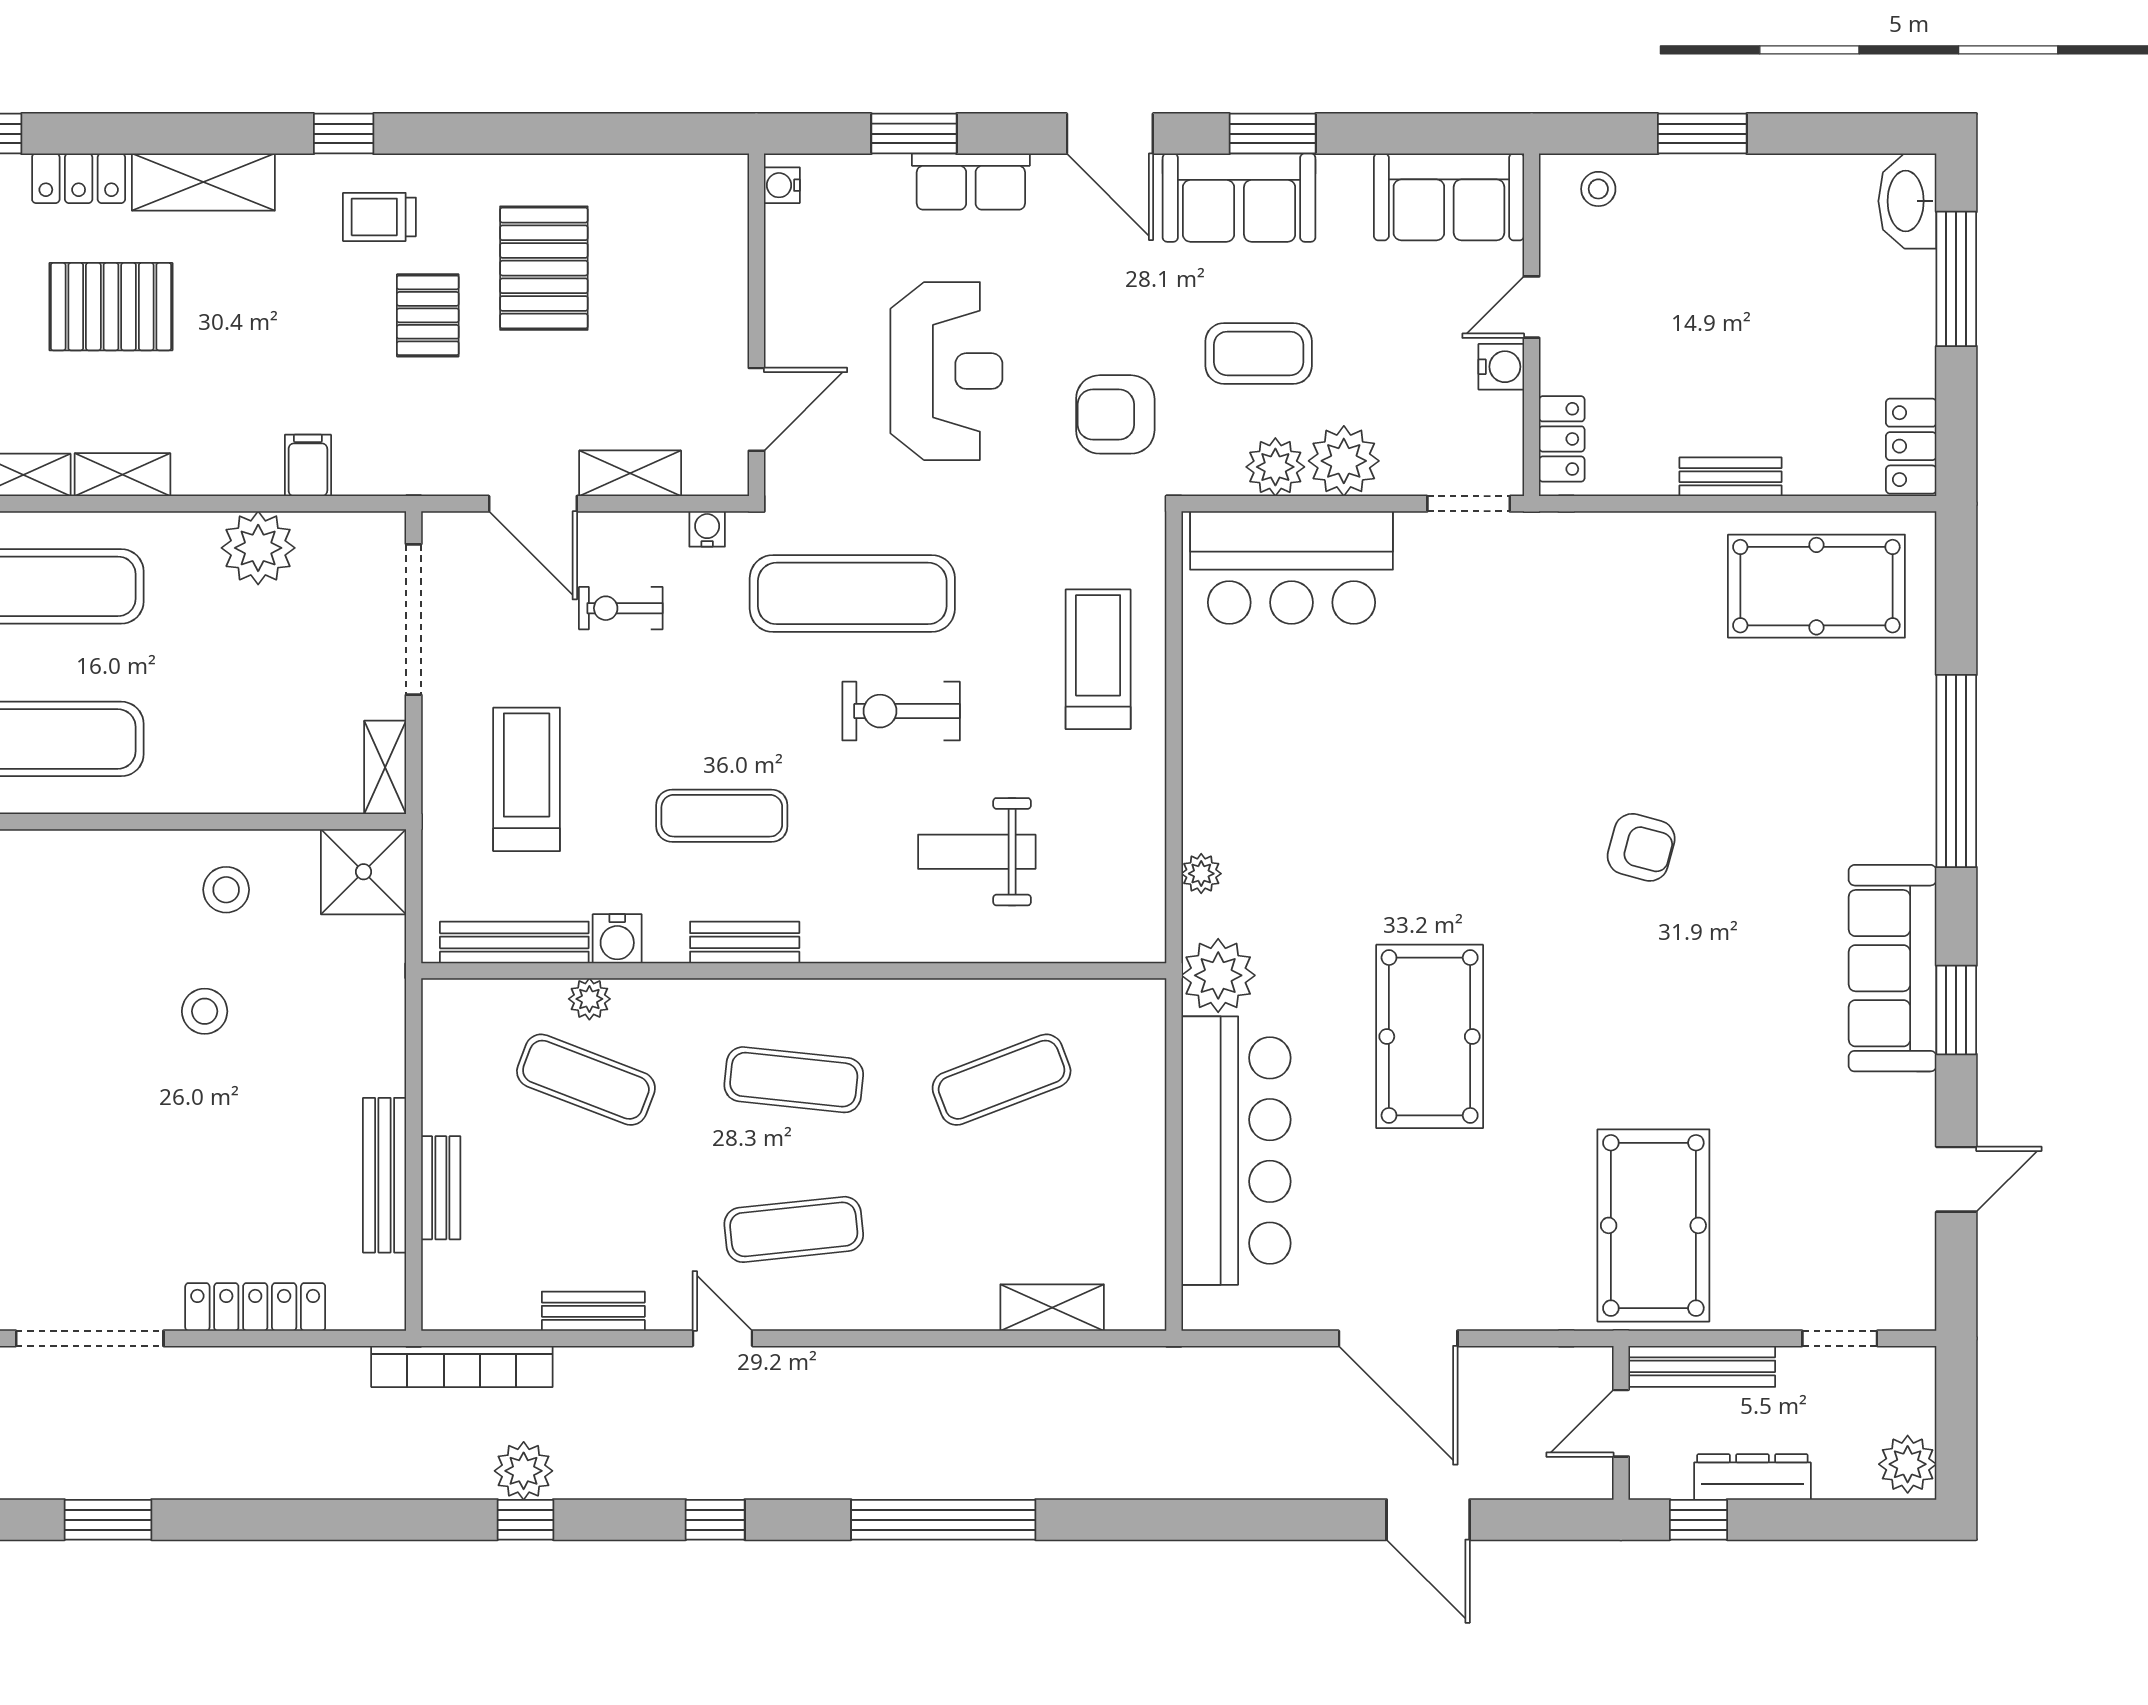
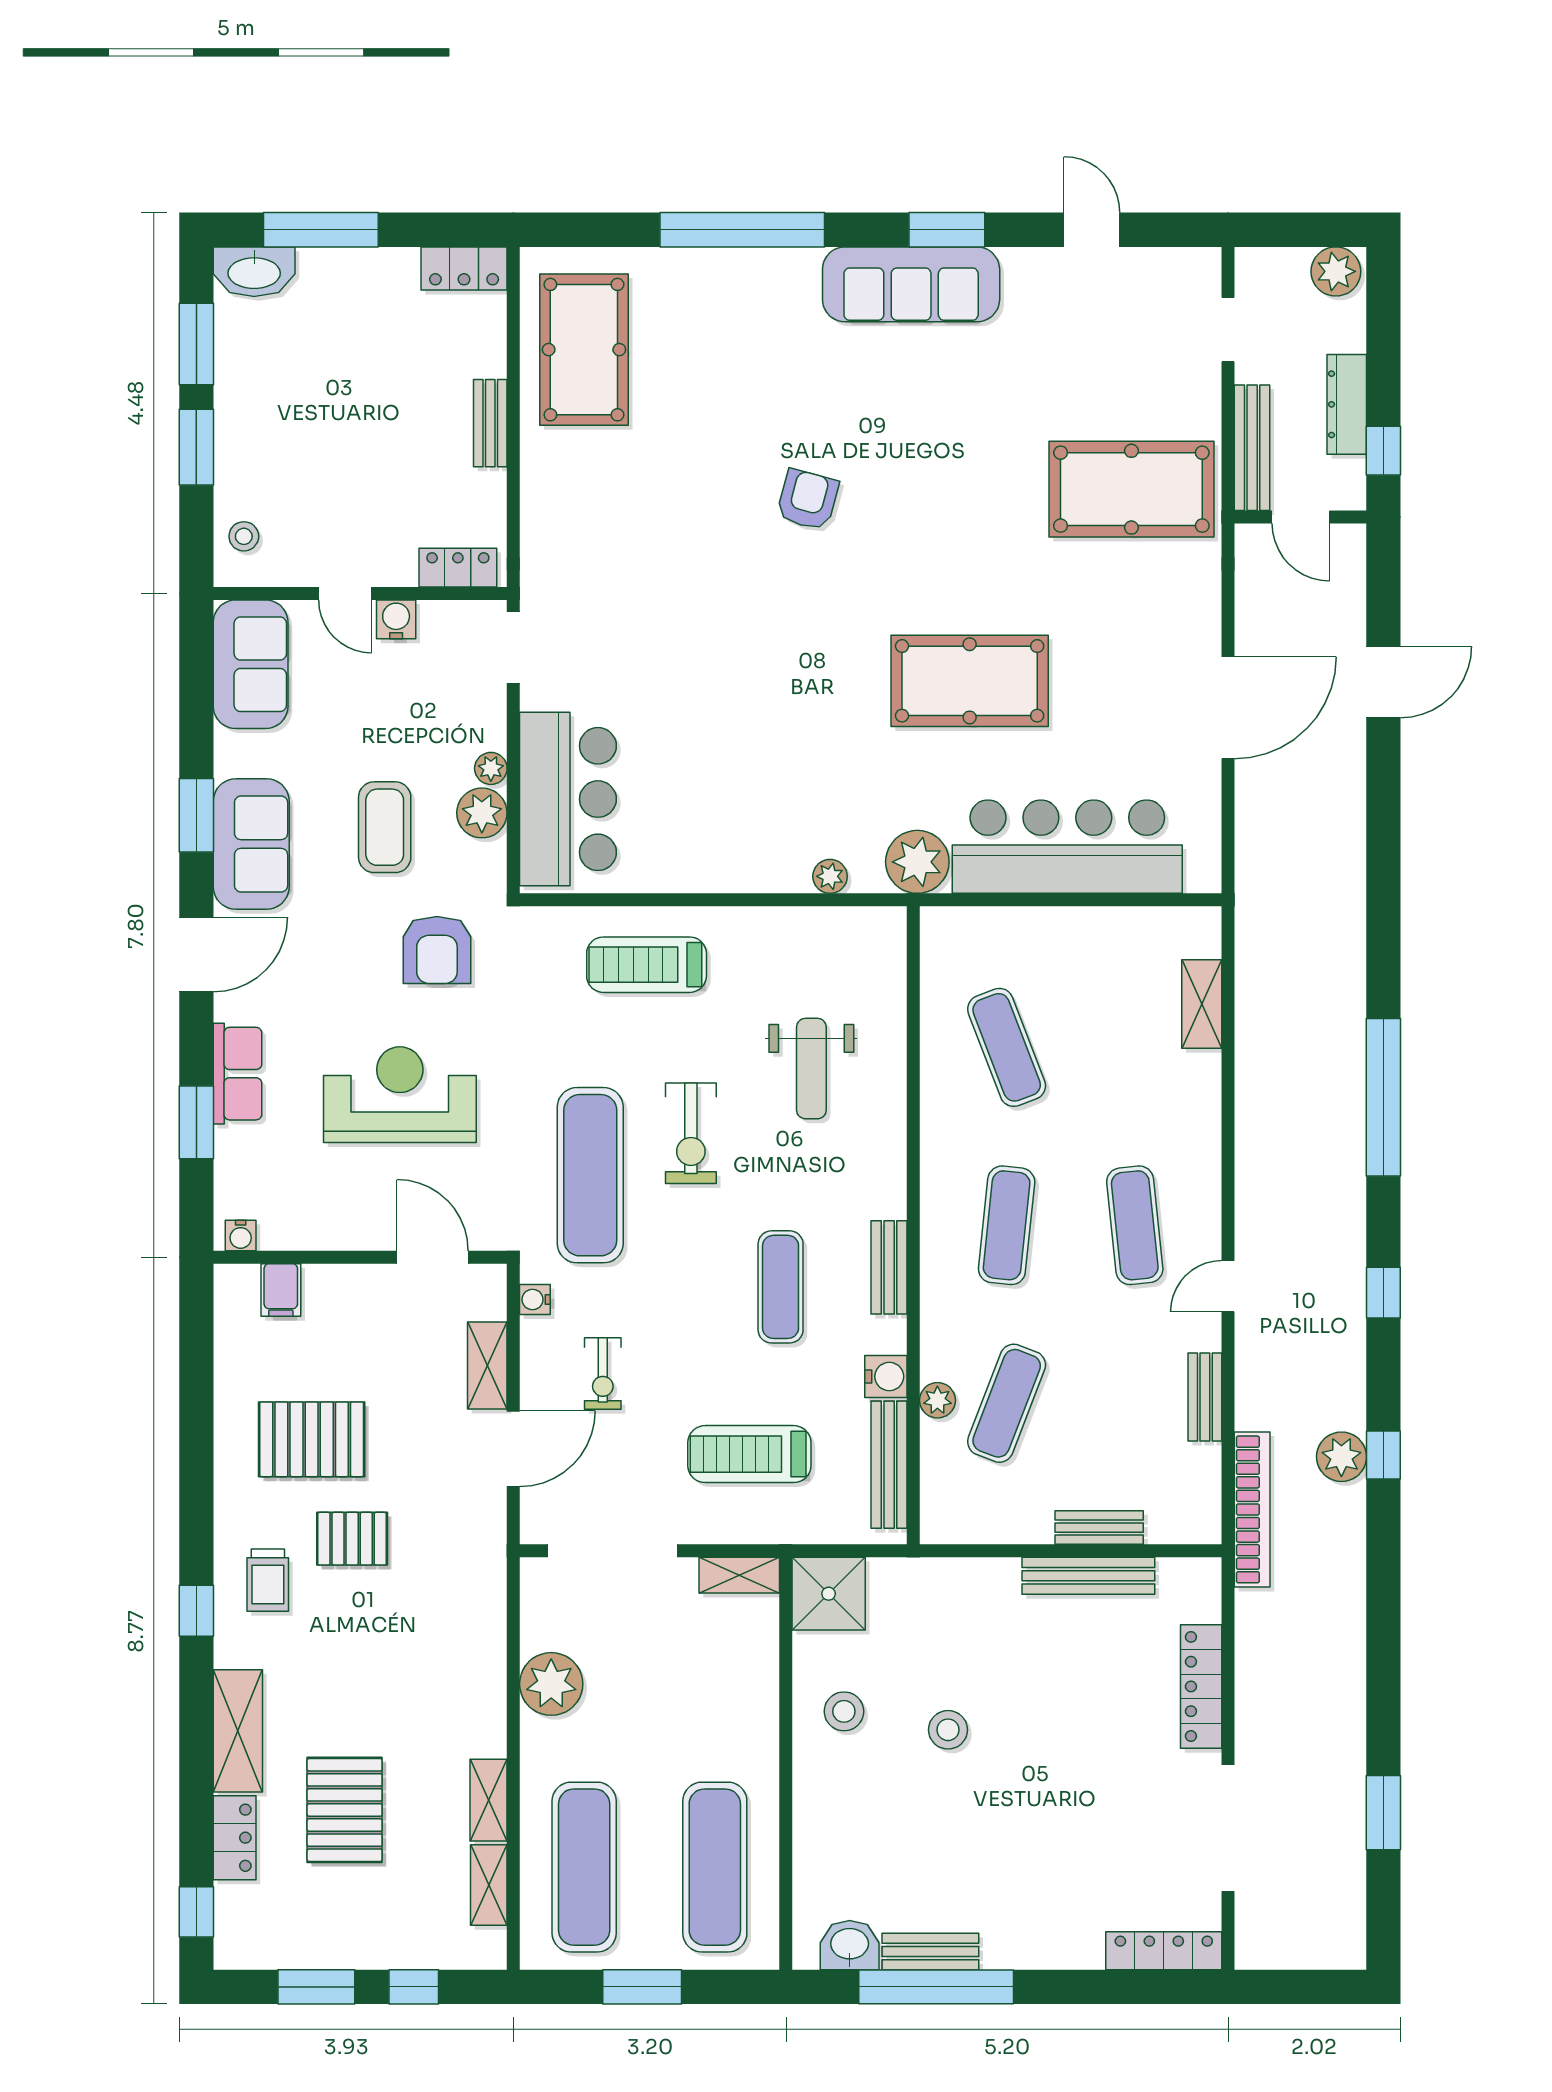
window: (1823, 134) -> (196, 344), added
plant: (1344, 461) -> (491, 768), width x0.53, depth x0.53
filing cabinet: (308, 465) -> (281, 1290), moved, turned -90

